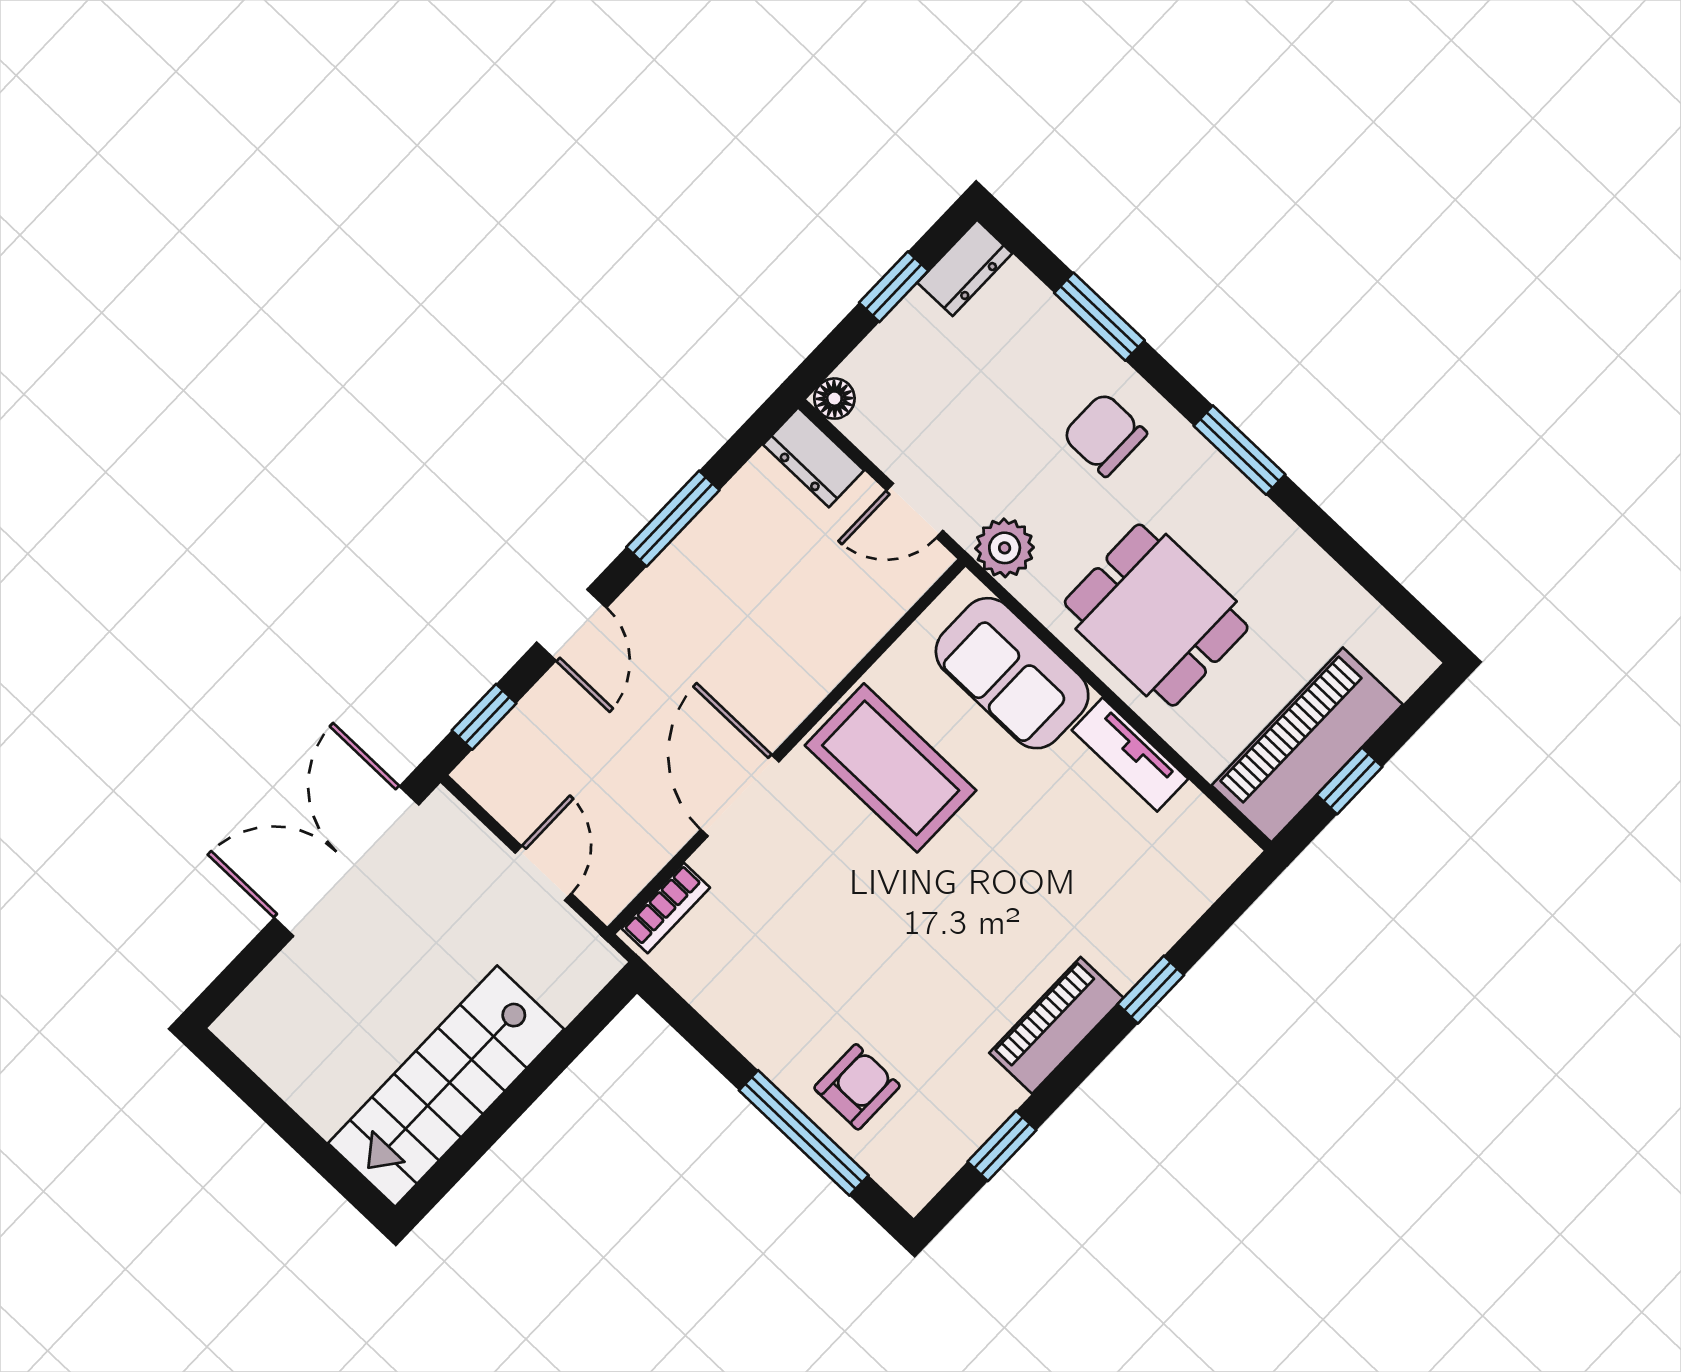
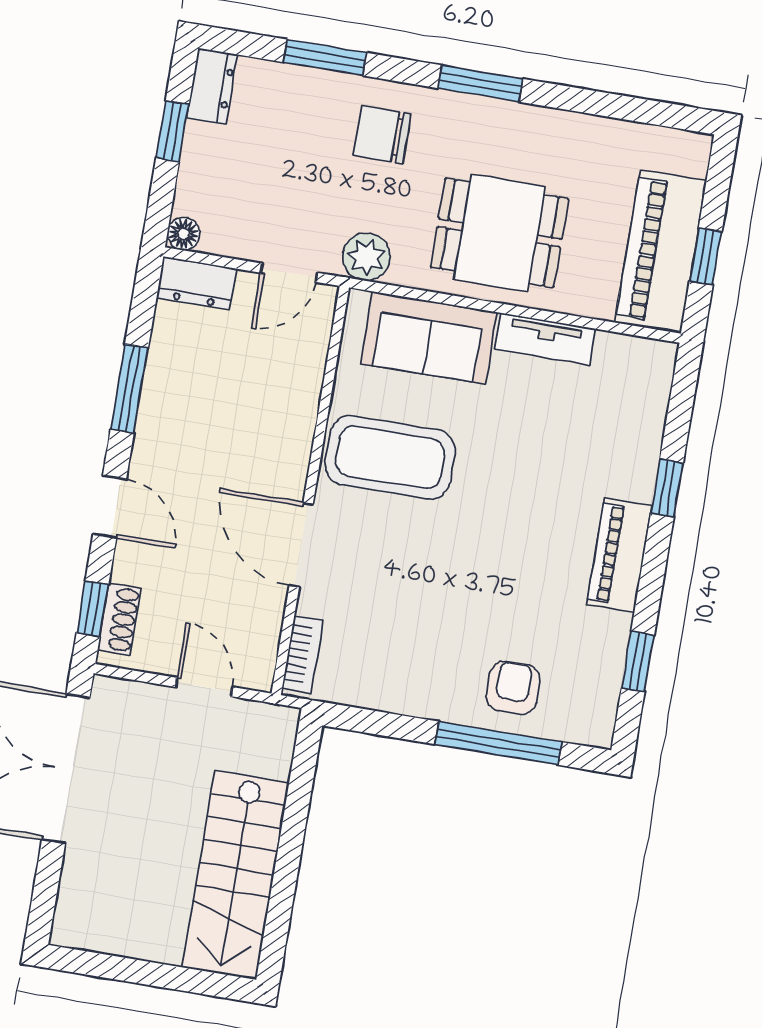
shoe rack: (504, 746) -> (119, 619), added

